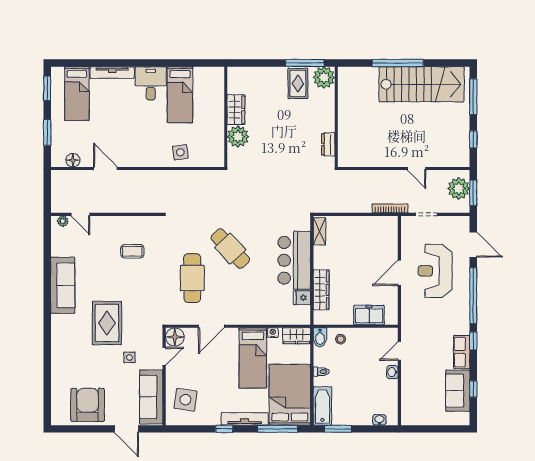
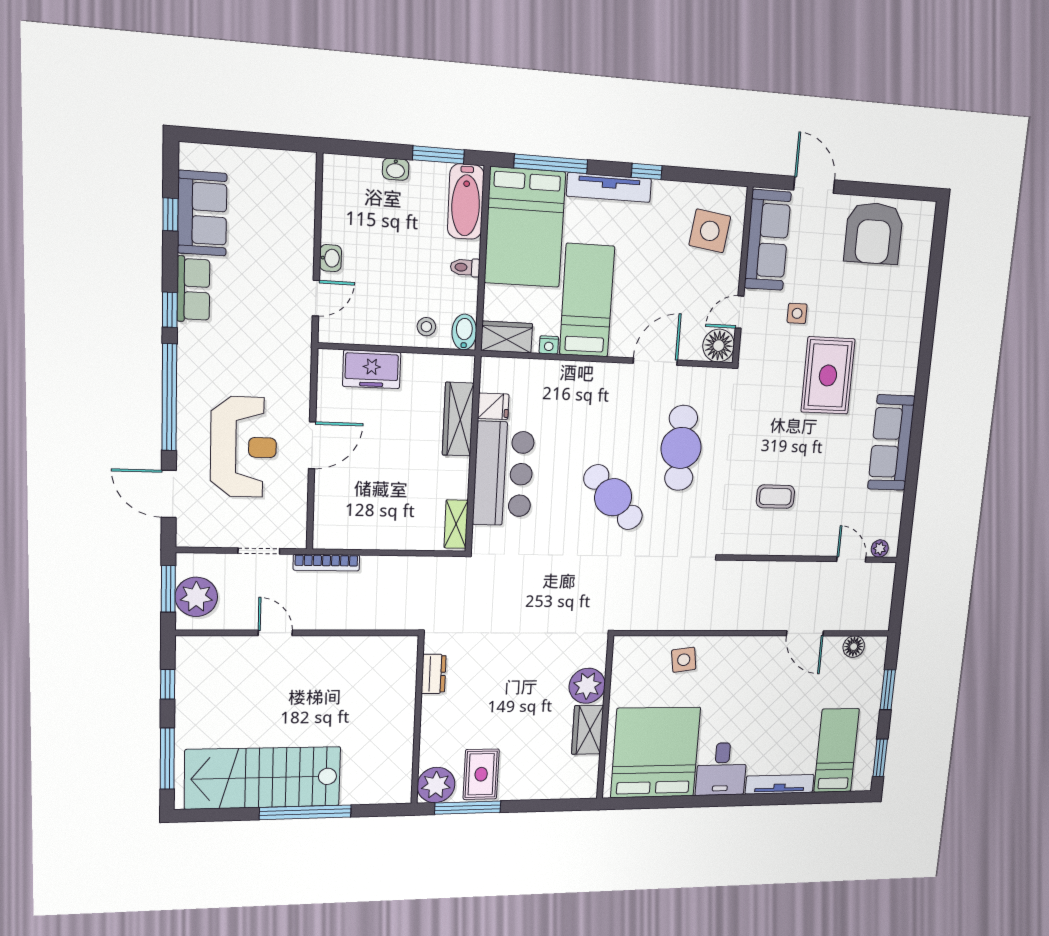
bed: (180, 95) -> (656, 752), width x2.04
washbasin: (379, 420) -> (396, 169), moved

